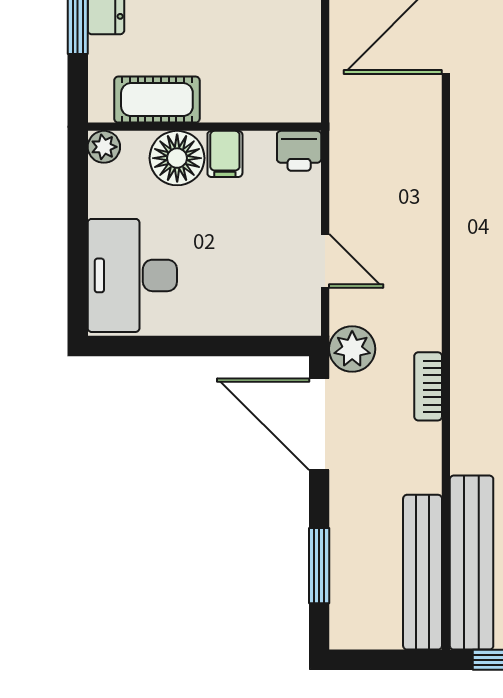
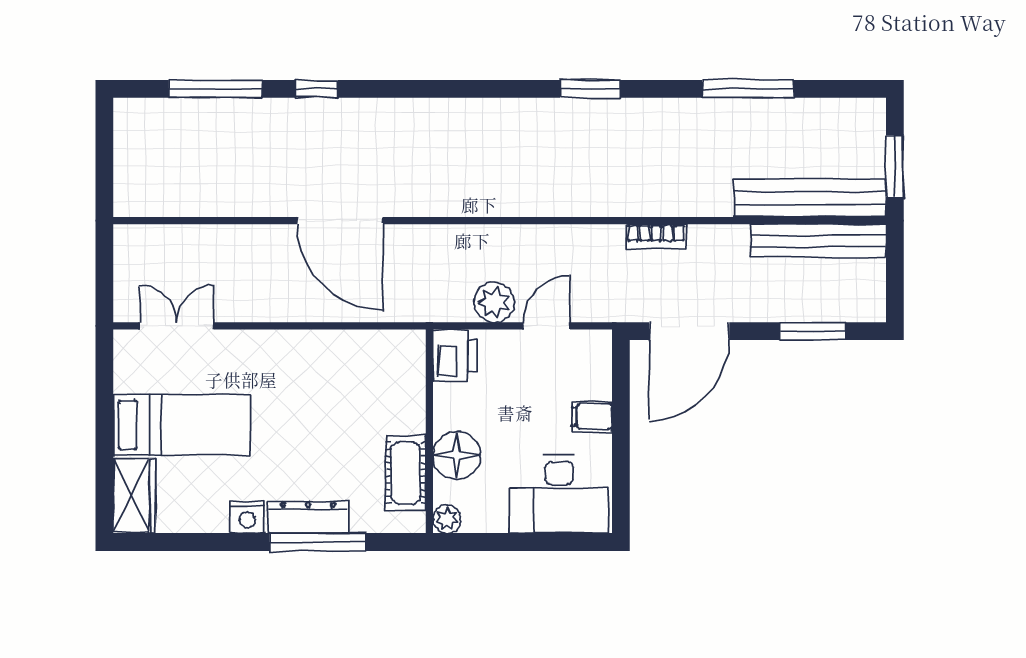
printer: (299, 151) -> (455, 356), width x1.36, depth x1.24
filing cabinet: (225, 154) -> (592, 416), moved, turned 180
plant: (352, 349) -> (494, 302), moved

